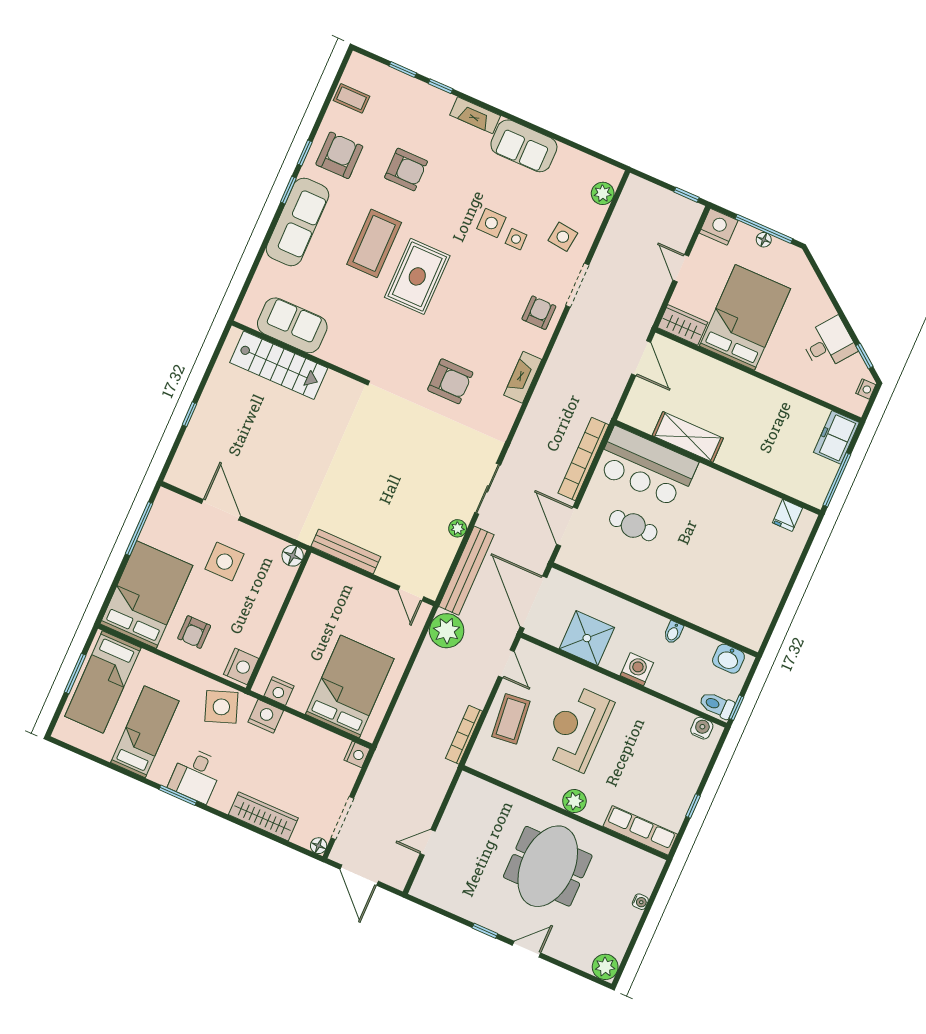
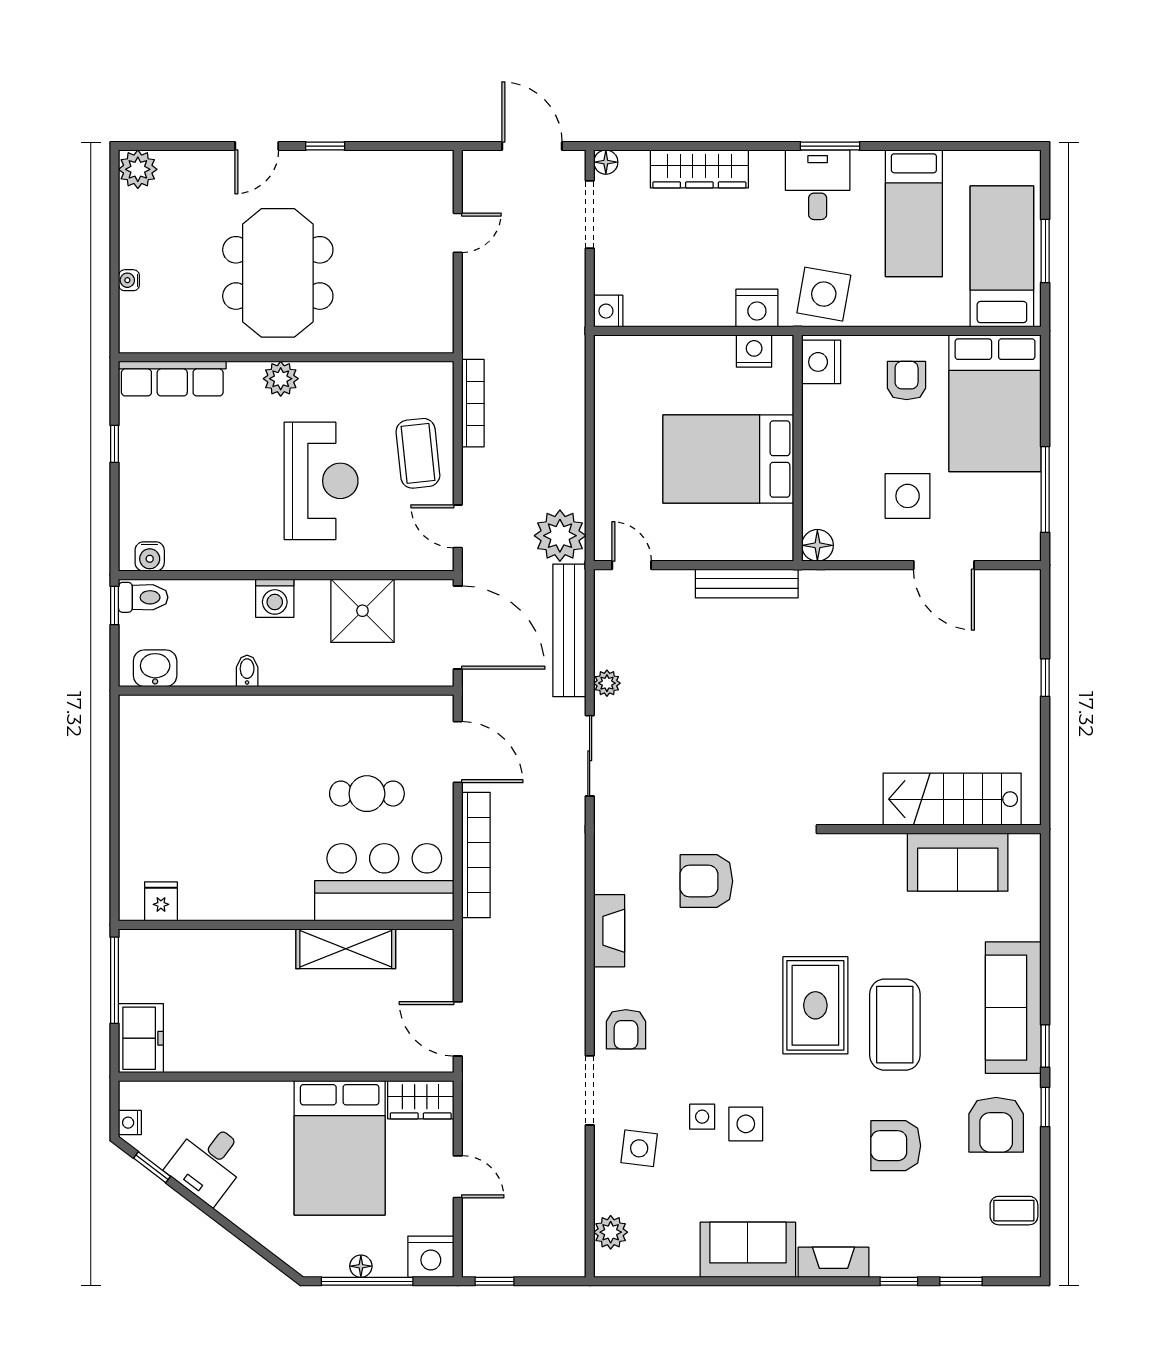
bed: (350, 686) -> (728, 459), moved, turned 90
side table: (221, 707) -> (824, 294), turned 30

